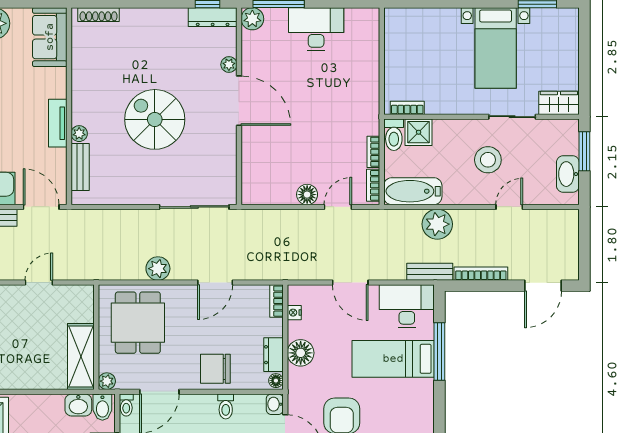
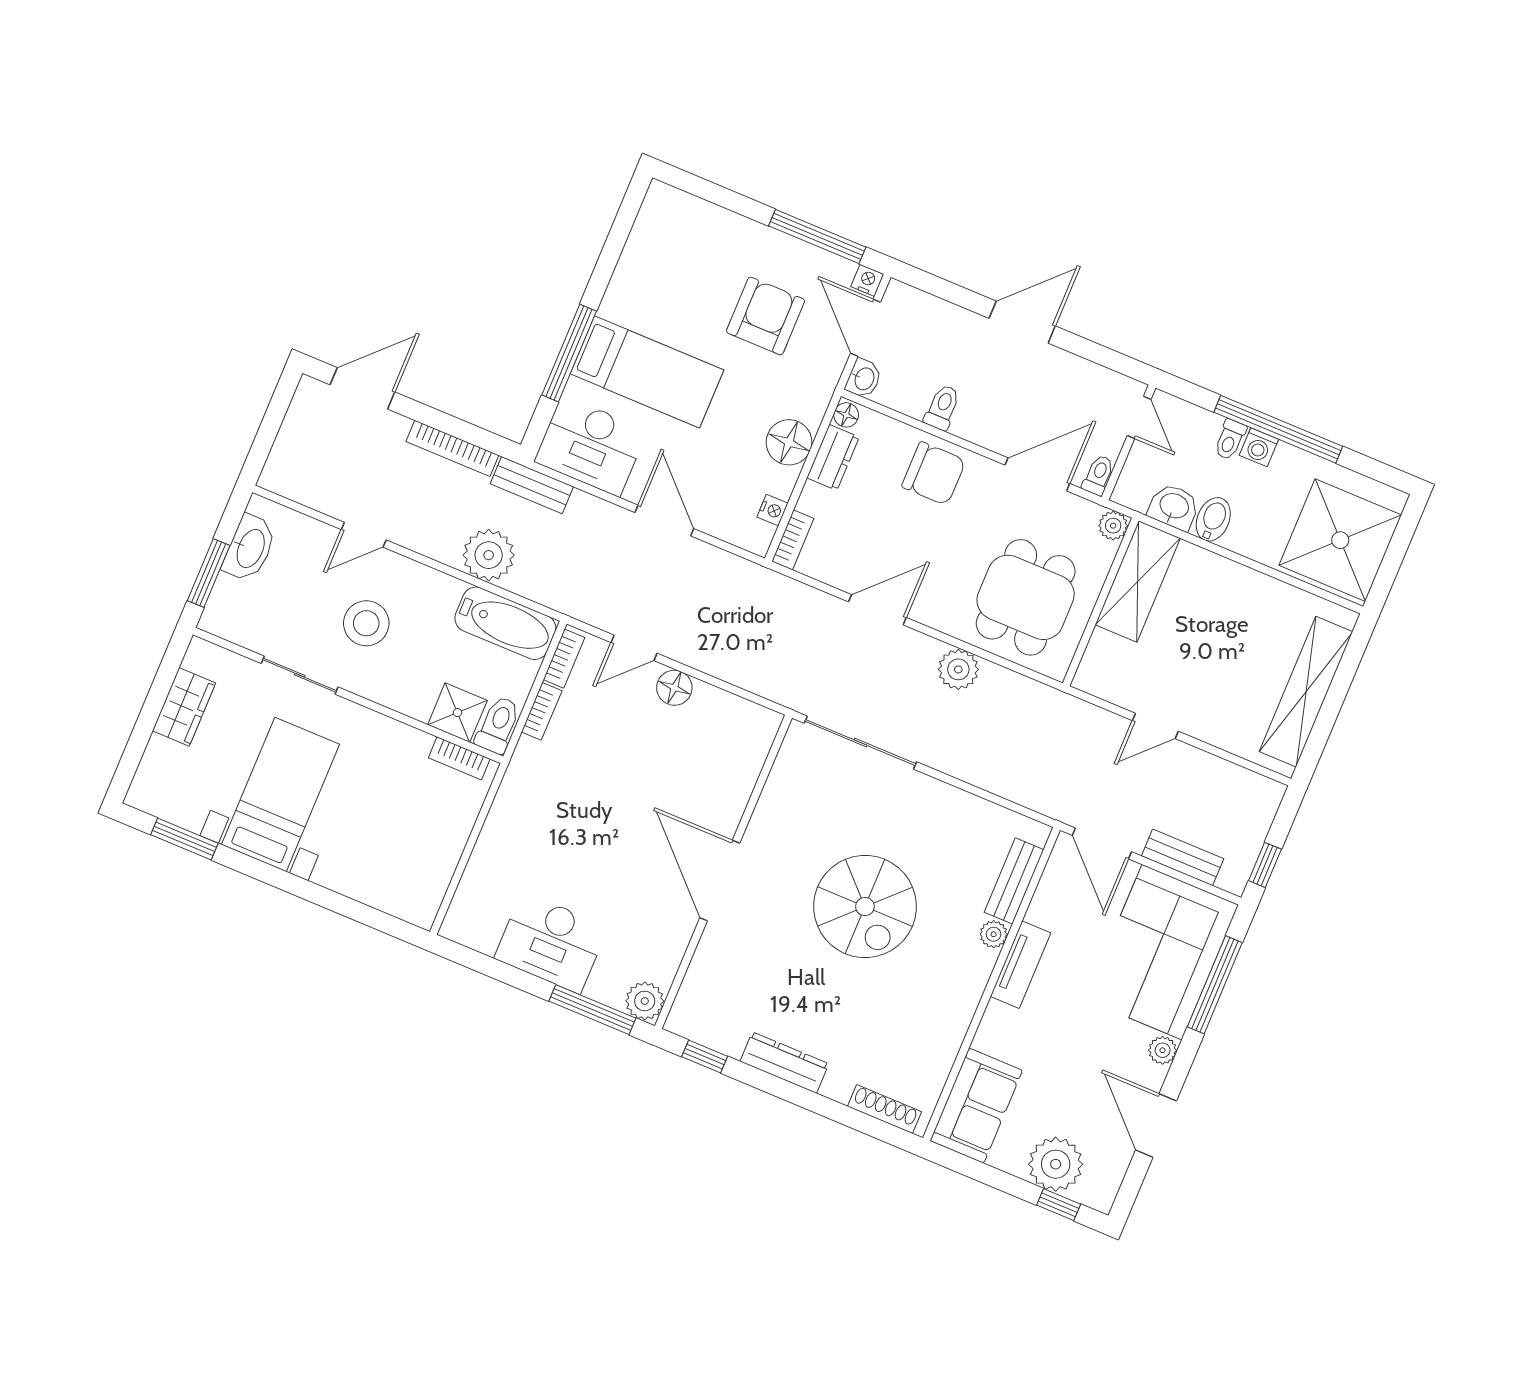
dresser: (213, 17) -> (784, 1063), moved
plant: (229, 65) -> (712, 944), removed
wardrobe: (559, 103) -> (184, 707), moved, turned -90
bidet: (102, 407) -> (1213, 519), moved

